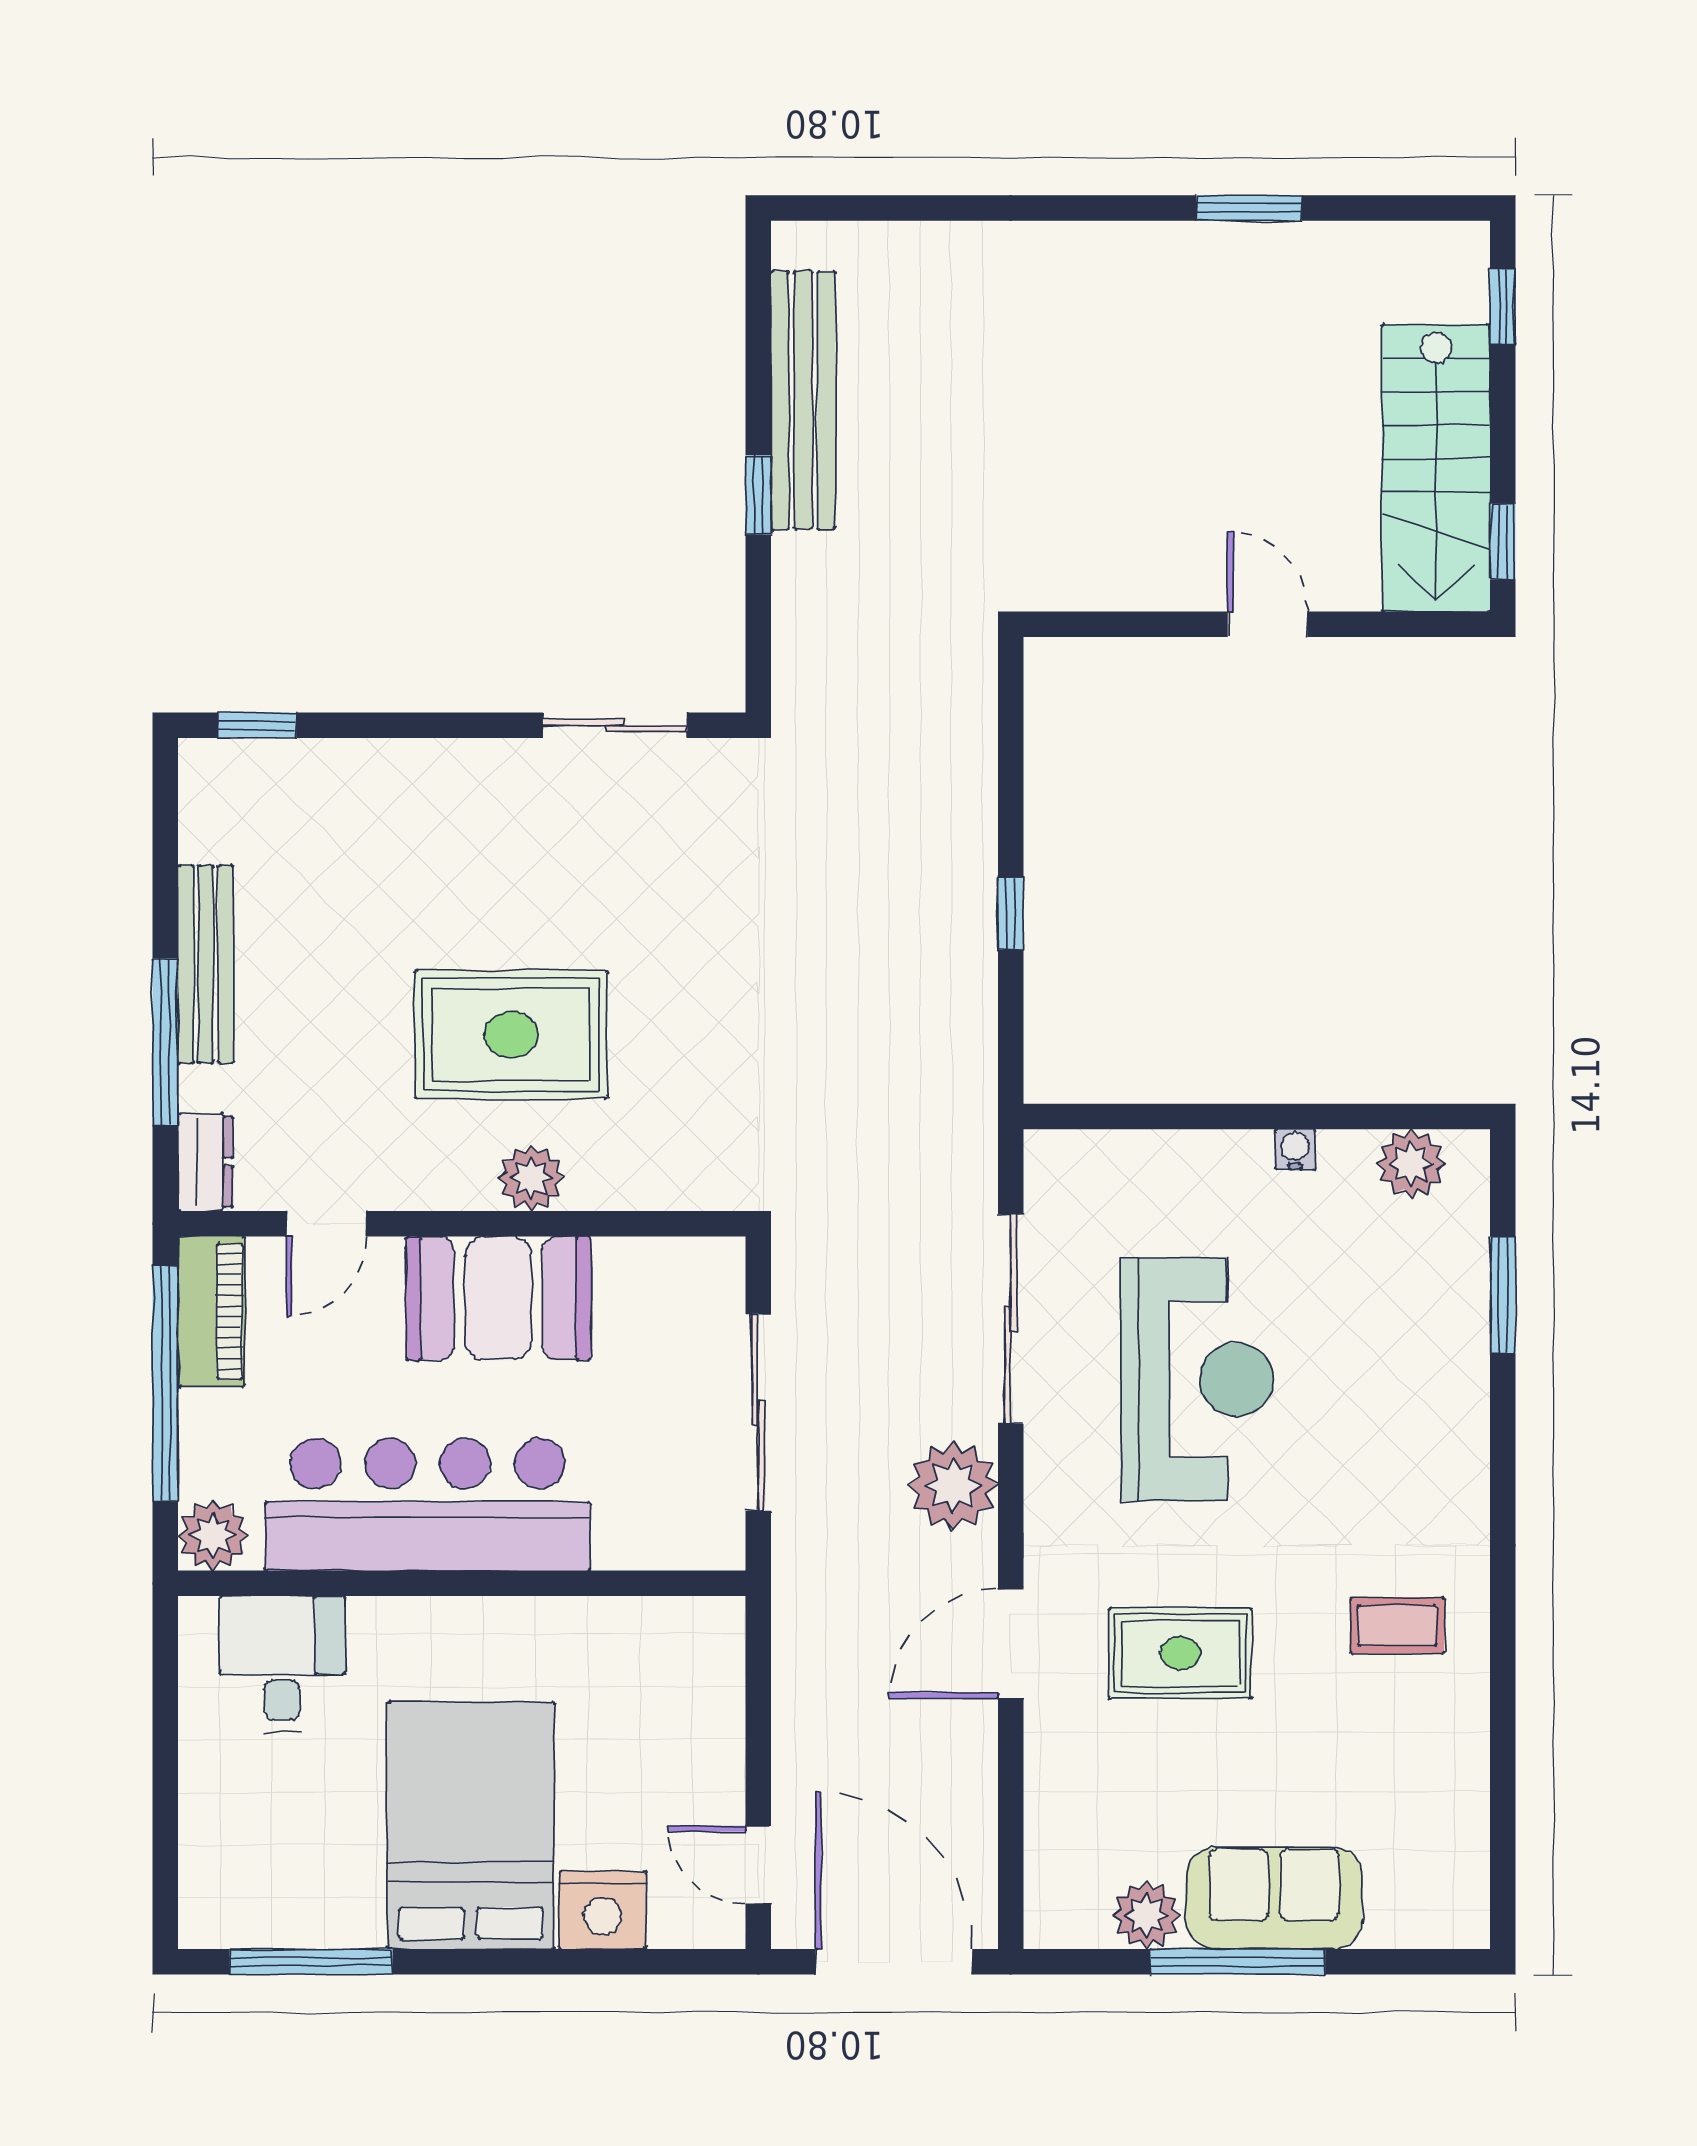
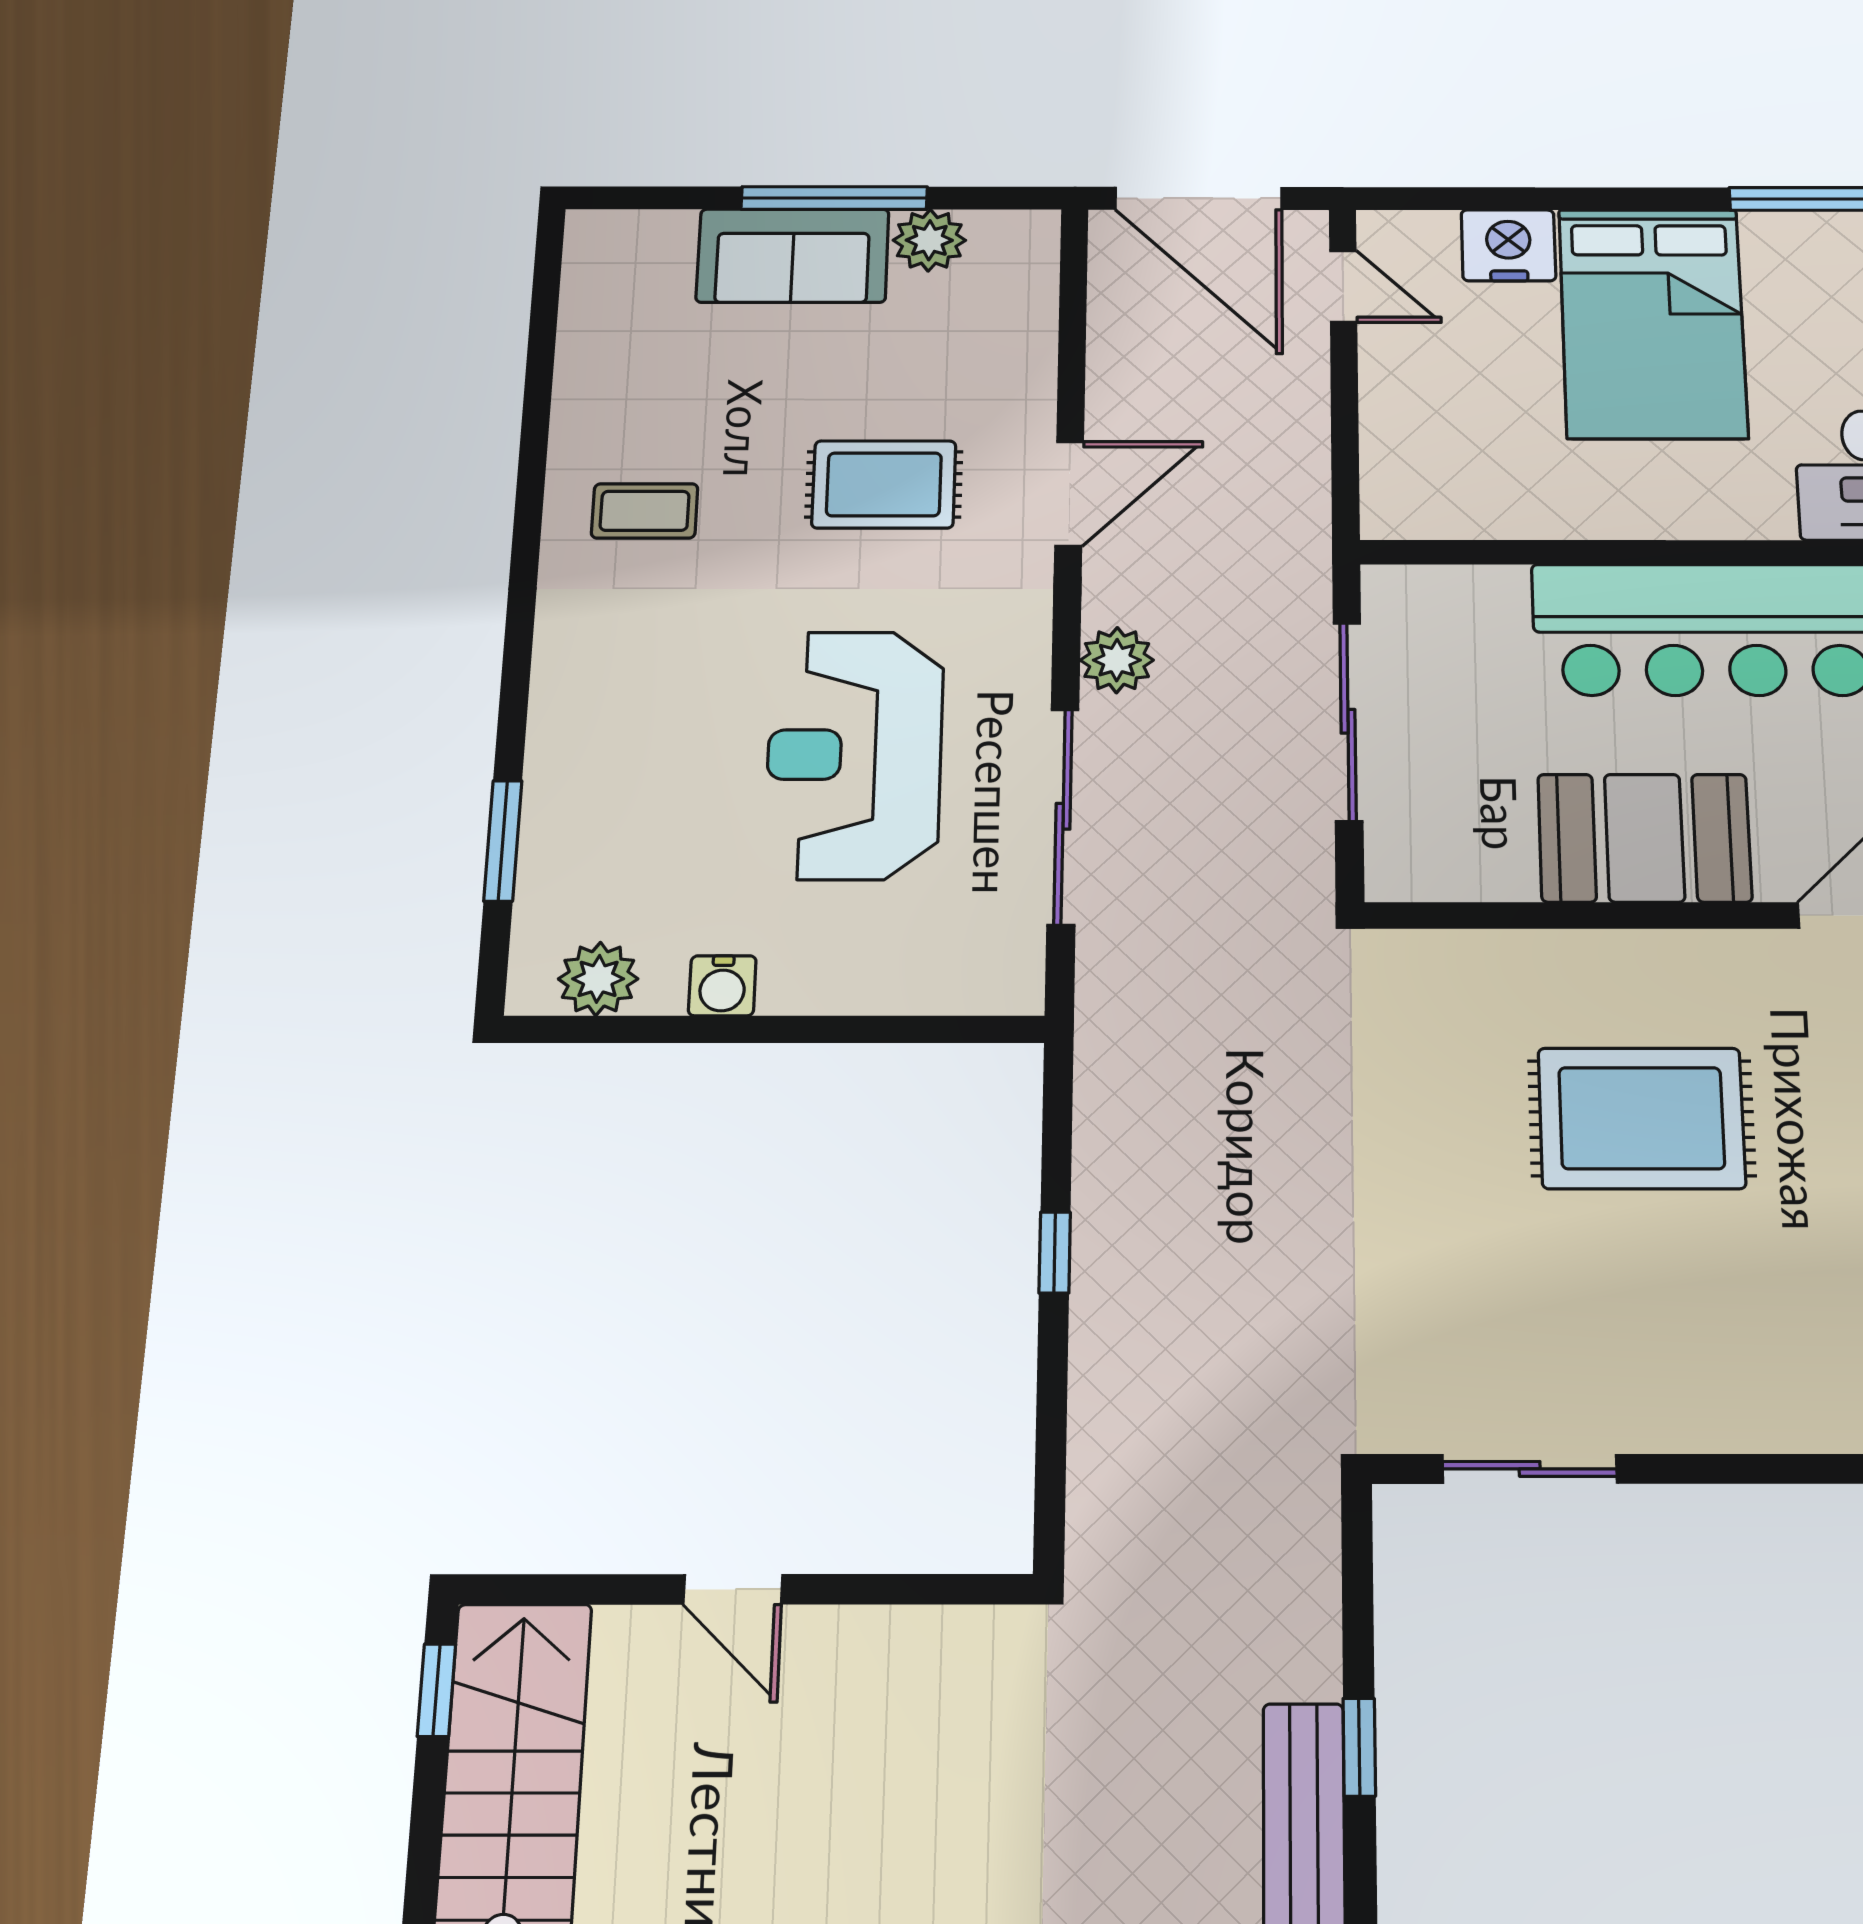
water cooler: (1295, 1149) -> (722, 986), width x1.38, depth x1.38
plant: (531, 1178) -> (1612, 964), removed
plant: (953, 1485) -> (1117, 660), width x0.73, depth x0.73

